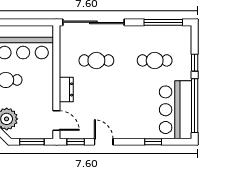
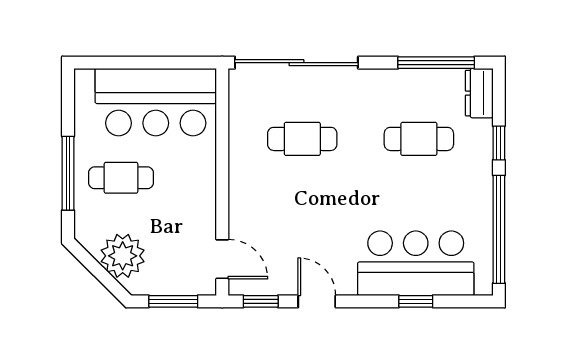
dresser: (66, 89) -> (479, 93), moved, turned 180
bar counter: (176, 110) -> (416, 263), moved, turned 90

